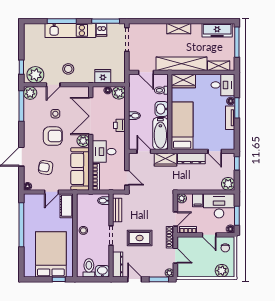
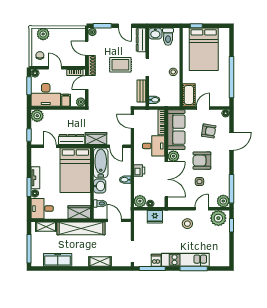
shelving: (179, 29) -> (100, 261), moved
freezer: (217, 30) -> (58, 260), moved
bed: (182, 126) -> (75, 170), width x1.50

